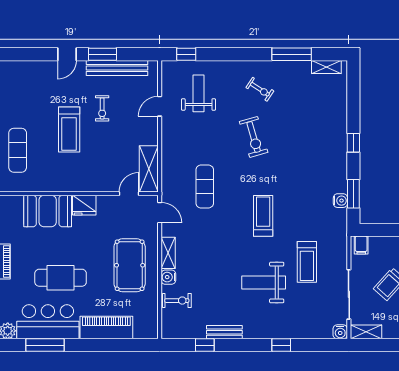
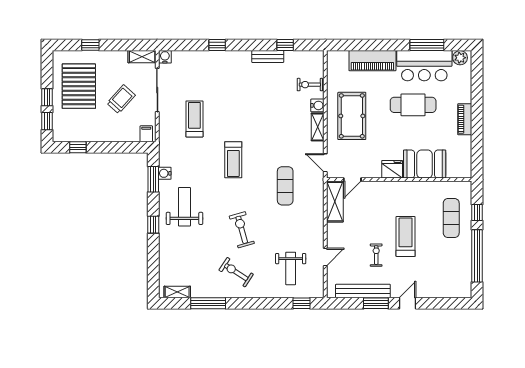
exercise bike: (260, 89) -> (236, 272), width x1.38, depth x1.39
weight bench: (264, 283) -> (184, 207), moved, turned -90

